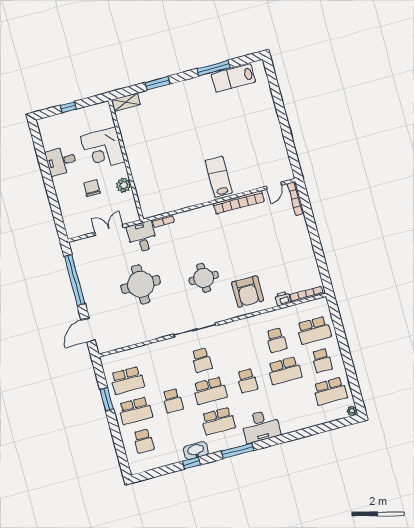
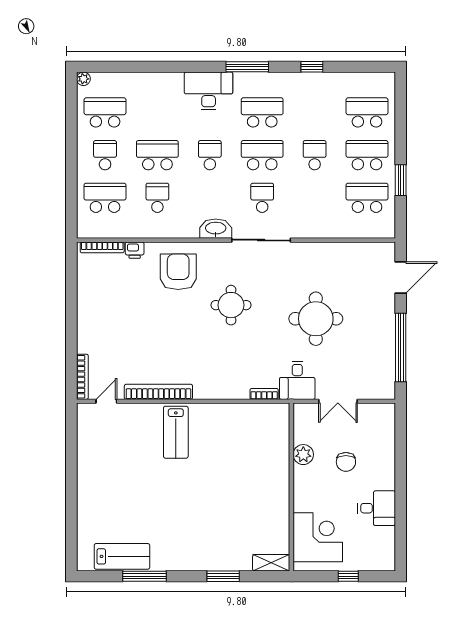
corner desk: (103, 149) -> (318, 537), moved
school desk: (144, 441) -> (367, 112), width x1.85
washbasin: (196, 451) -> (216, 229), moved, turned 180

